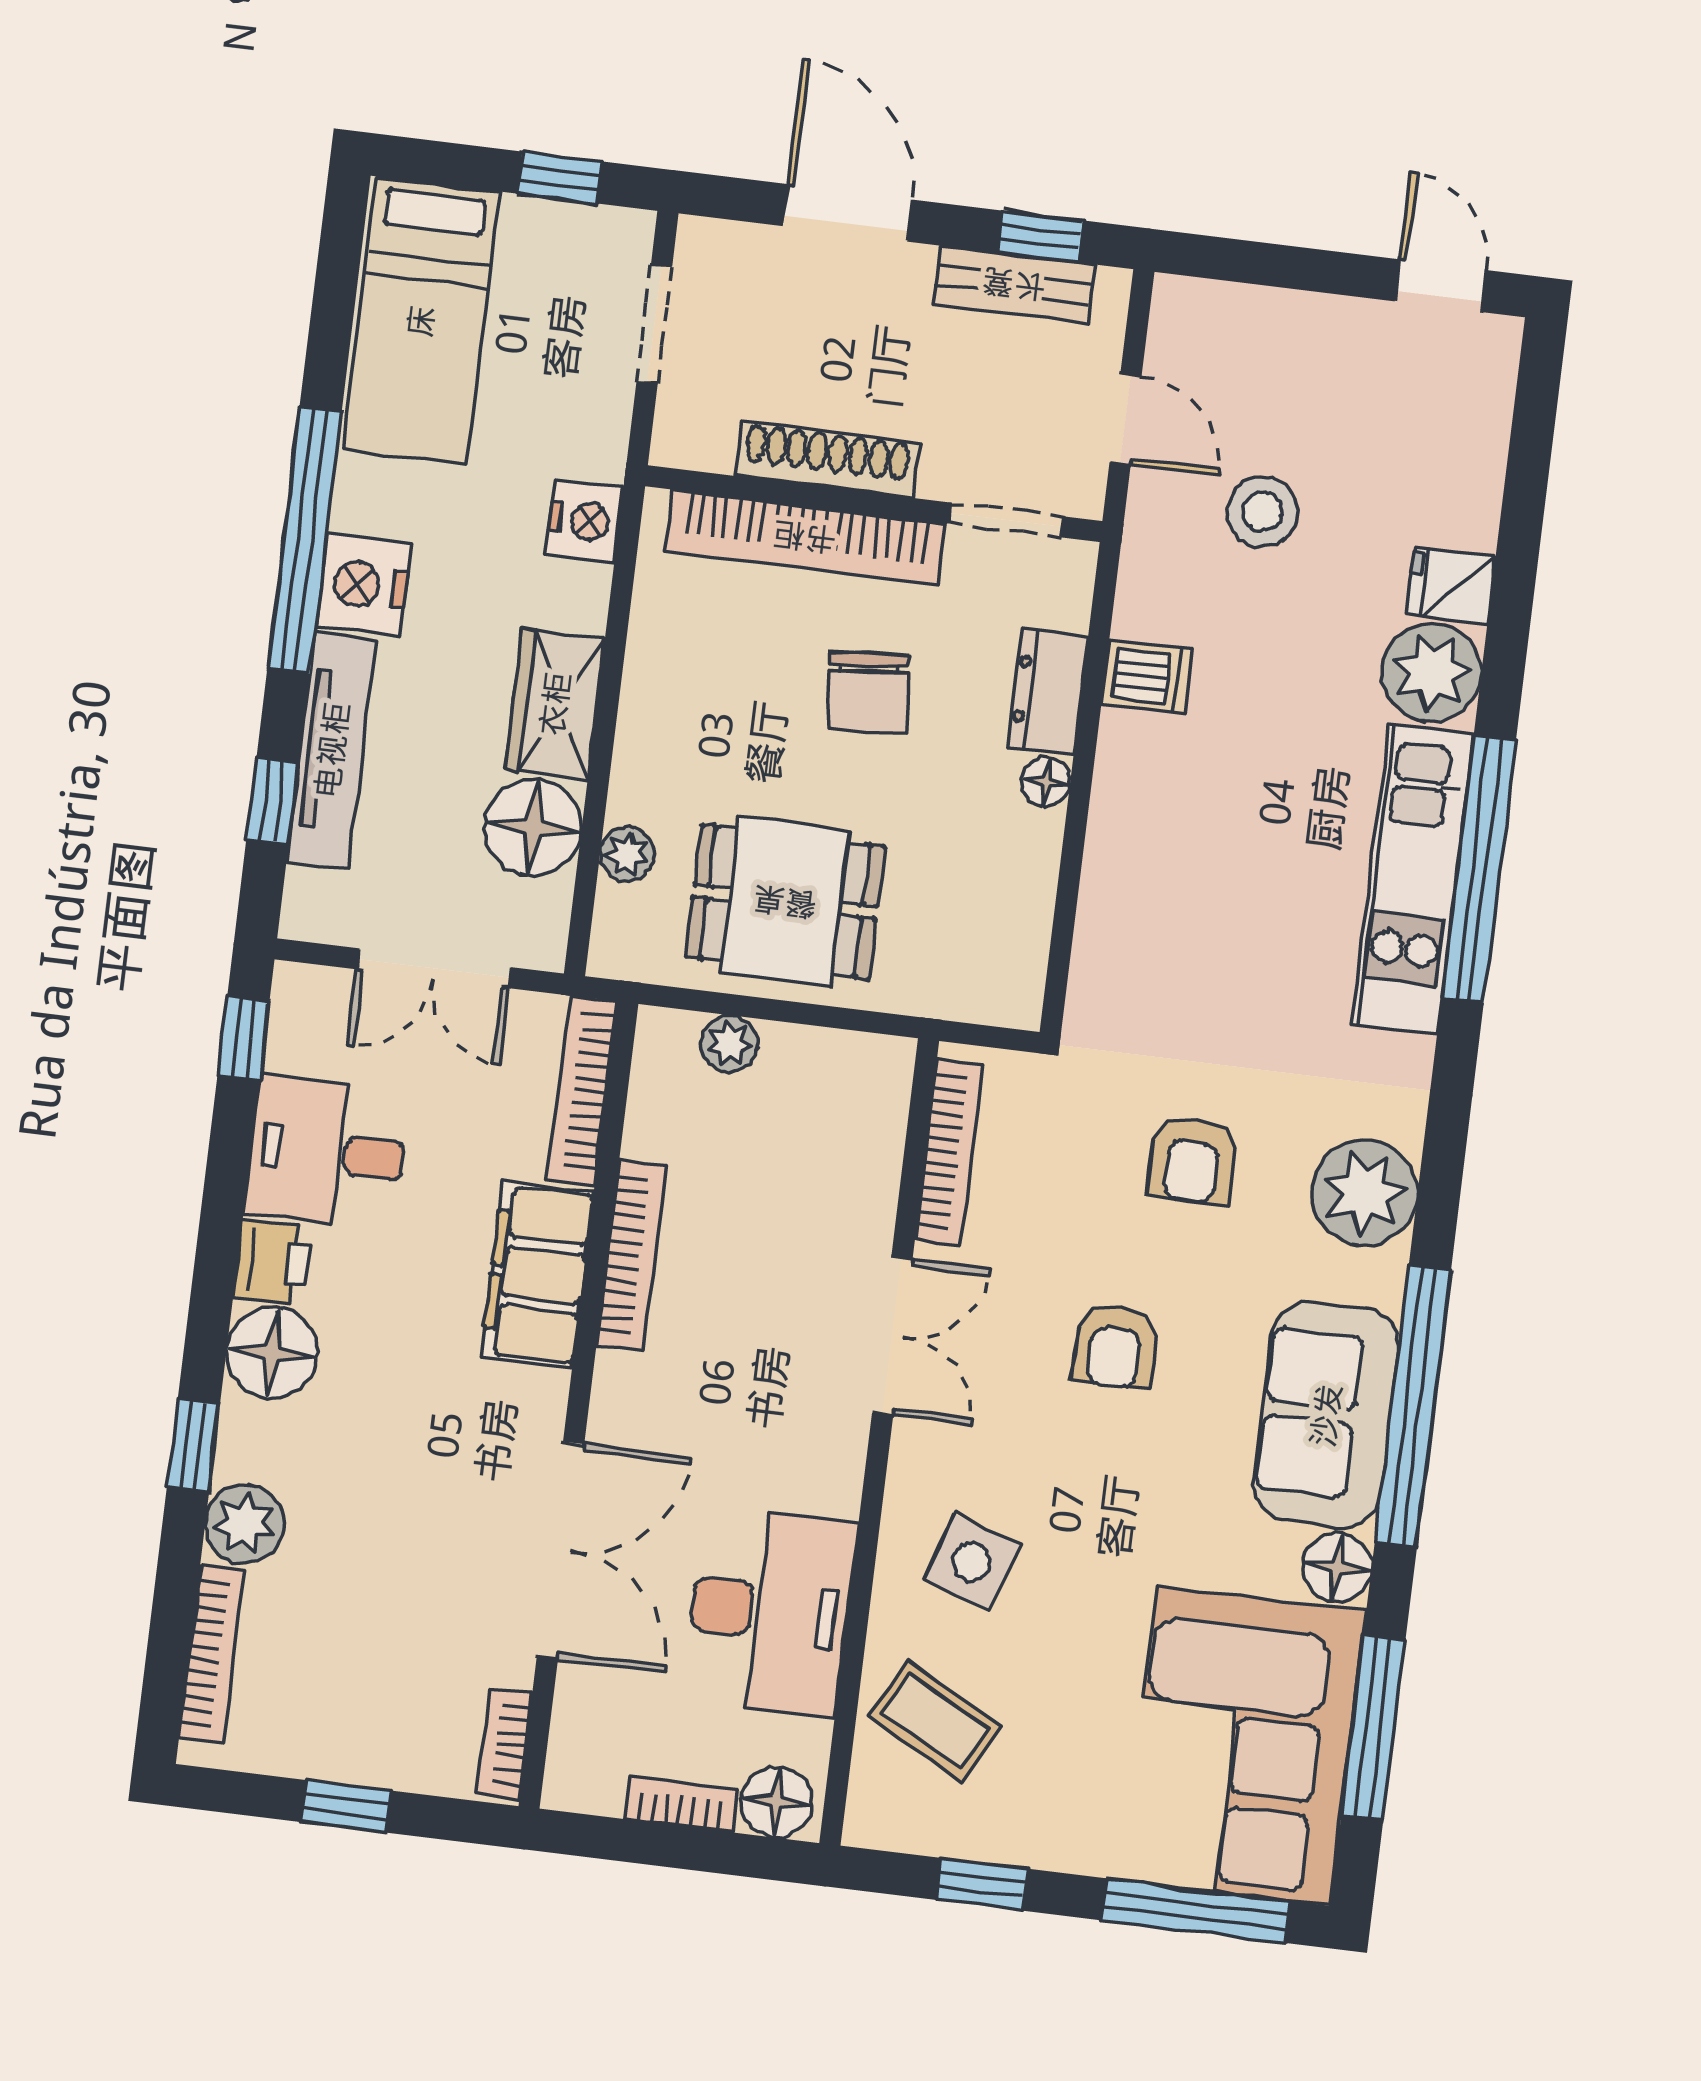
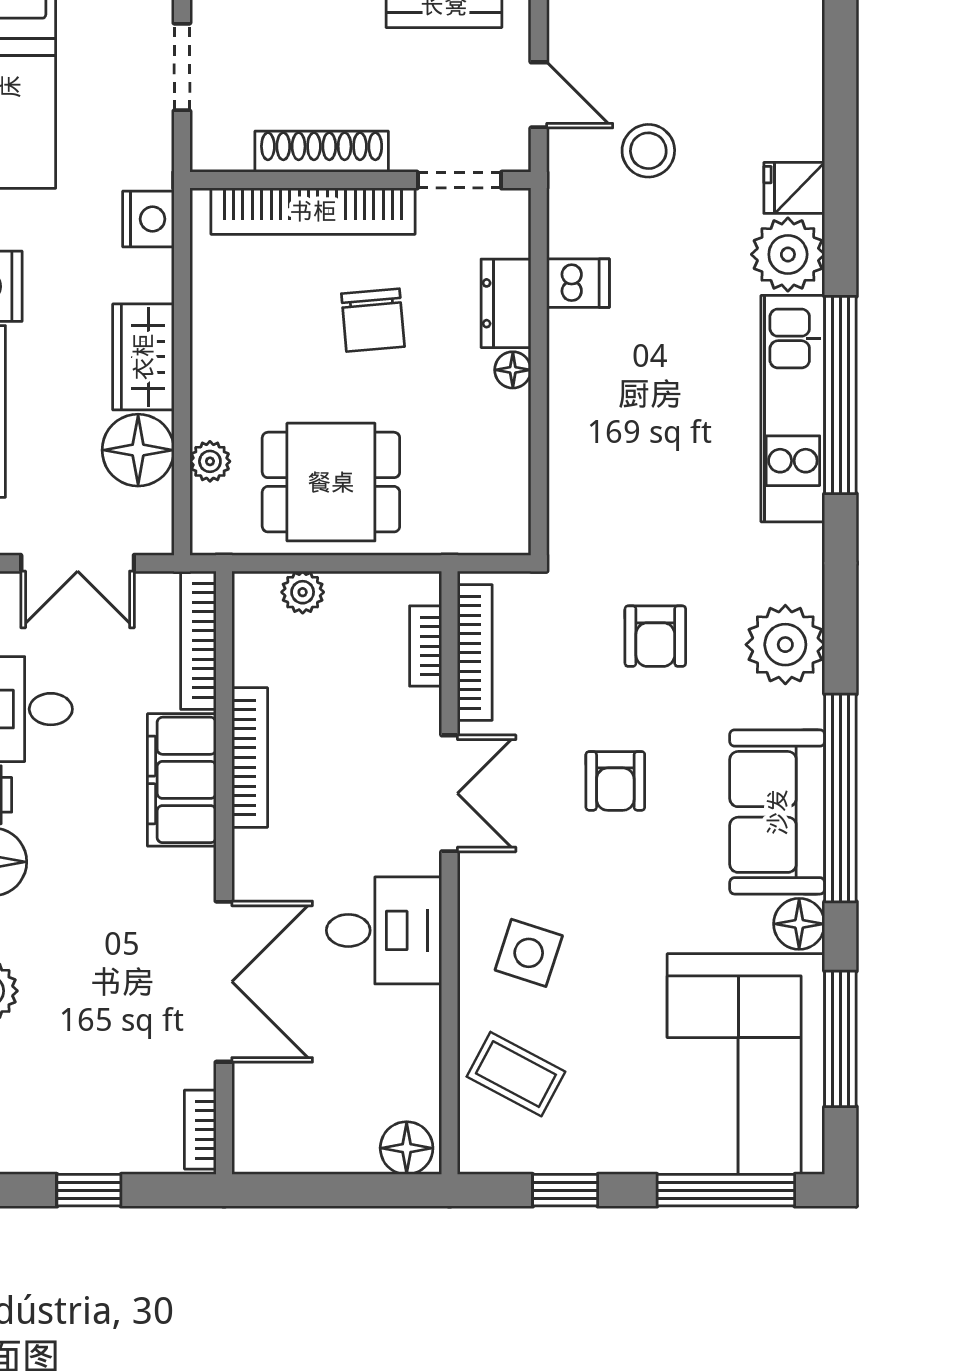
desk: (770, 1612) -> (384, 930), moved, width x0.73
bookcase: (681, 1804) -> (426, 646), moved, turned -90

